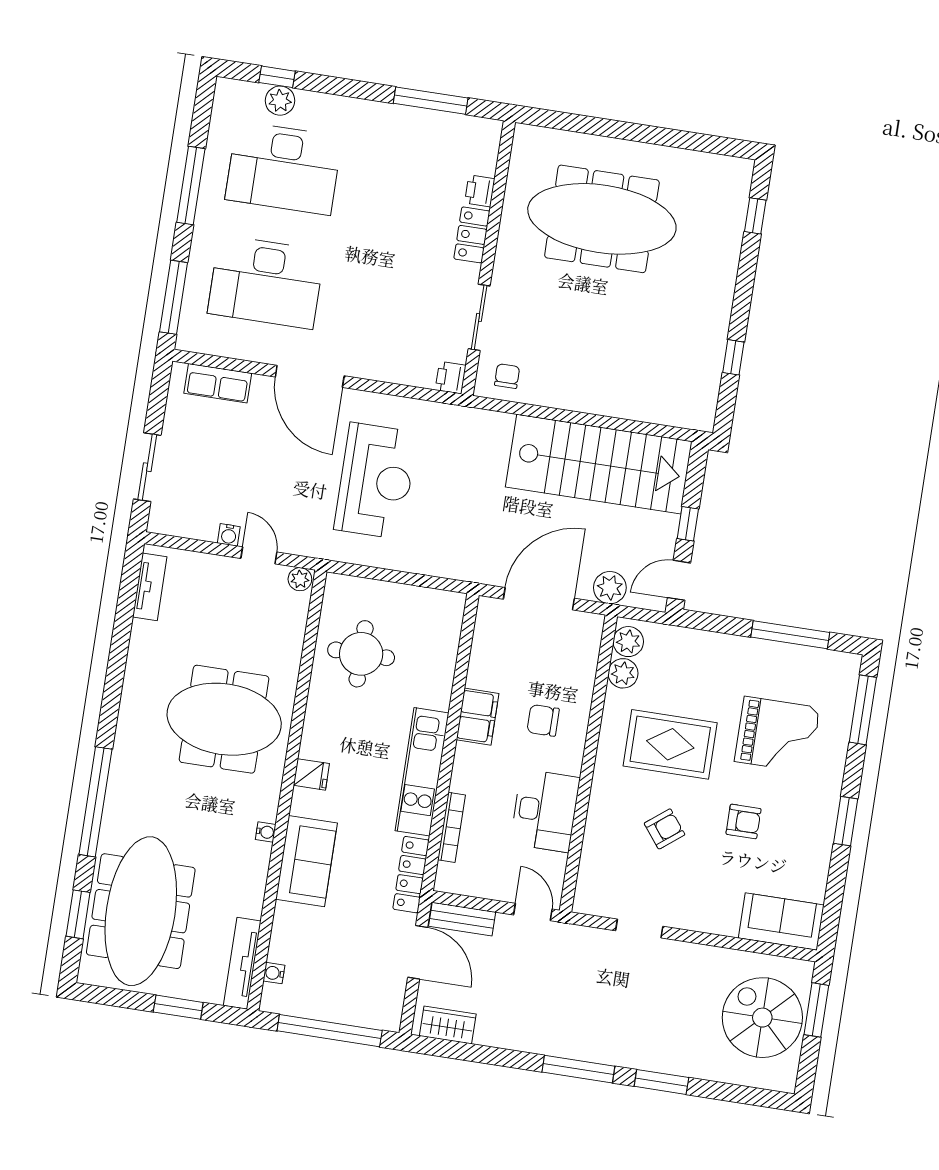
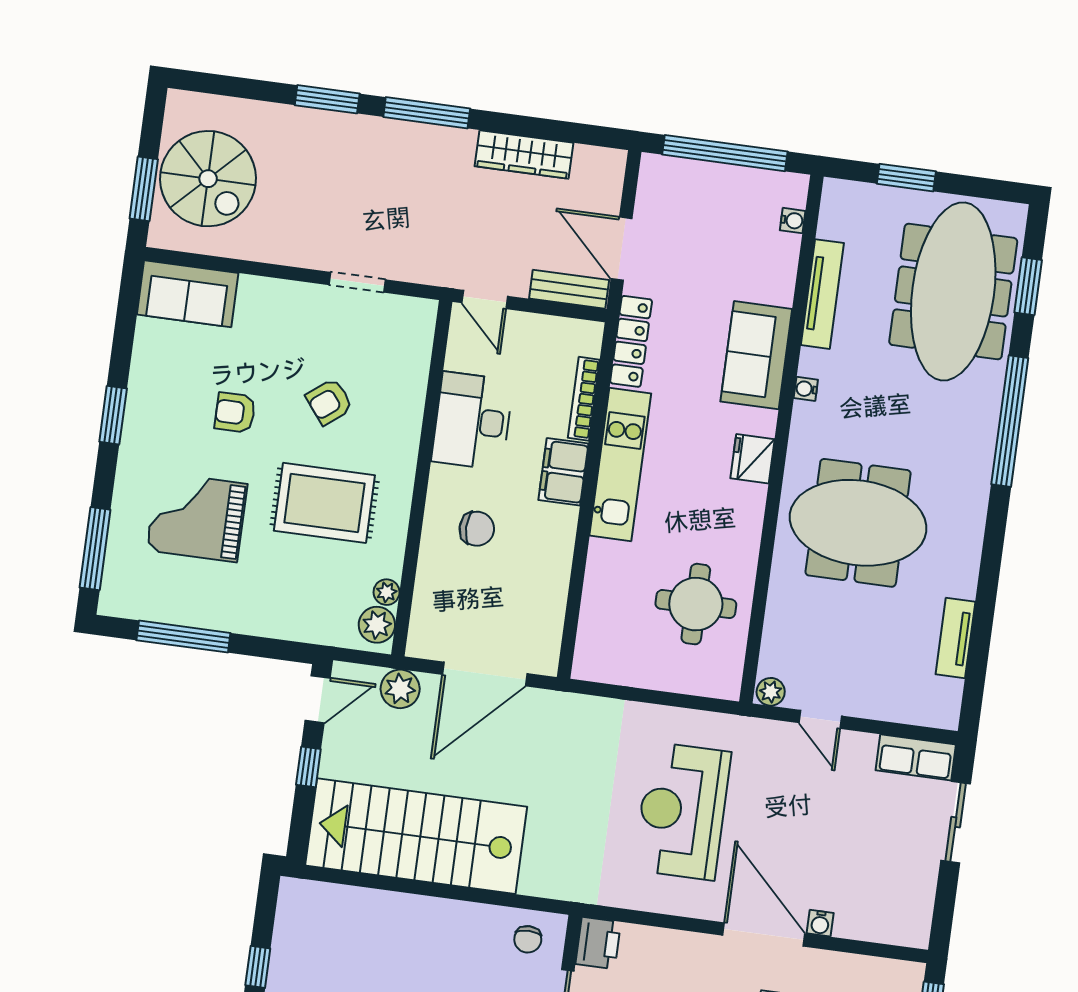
printer: (451, 378) -> (598, 943), width x1.36, depth x1.24
row of seats: (218, 383) -> (916, 757), moved, turned 180
water cooler: (229, 535) -> (820, 923), moved, turned 180
tv unit: (150, 587) -> (955, 638), moved
plant: (623, 673) -> (387, 592), width x0.73, depth x0.73
filing cabinet: (477, 717) -> (563, 472), moved
fridge: (311, 774) -> (752, 459), width x1.38
tv unit: (242, 963) -> (822, 294), moved
wardrobe: (448, 1025) -> (524, 154), moved, width x1.50

